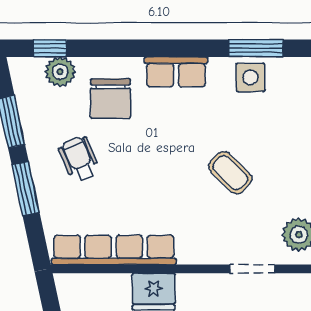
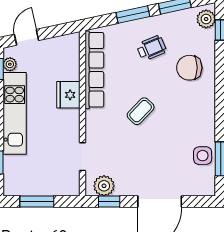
plant: (60, 72) -> (206, 19), moved
row of seats: (176, 72) -> (206, 109), removed
coffee table: (230, 173) -> (141, 111), moved

